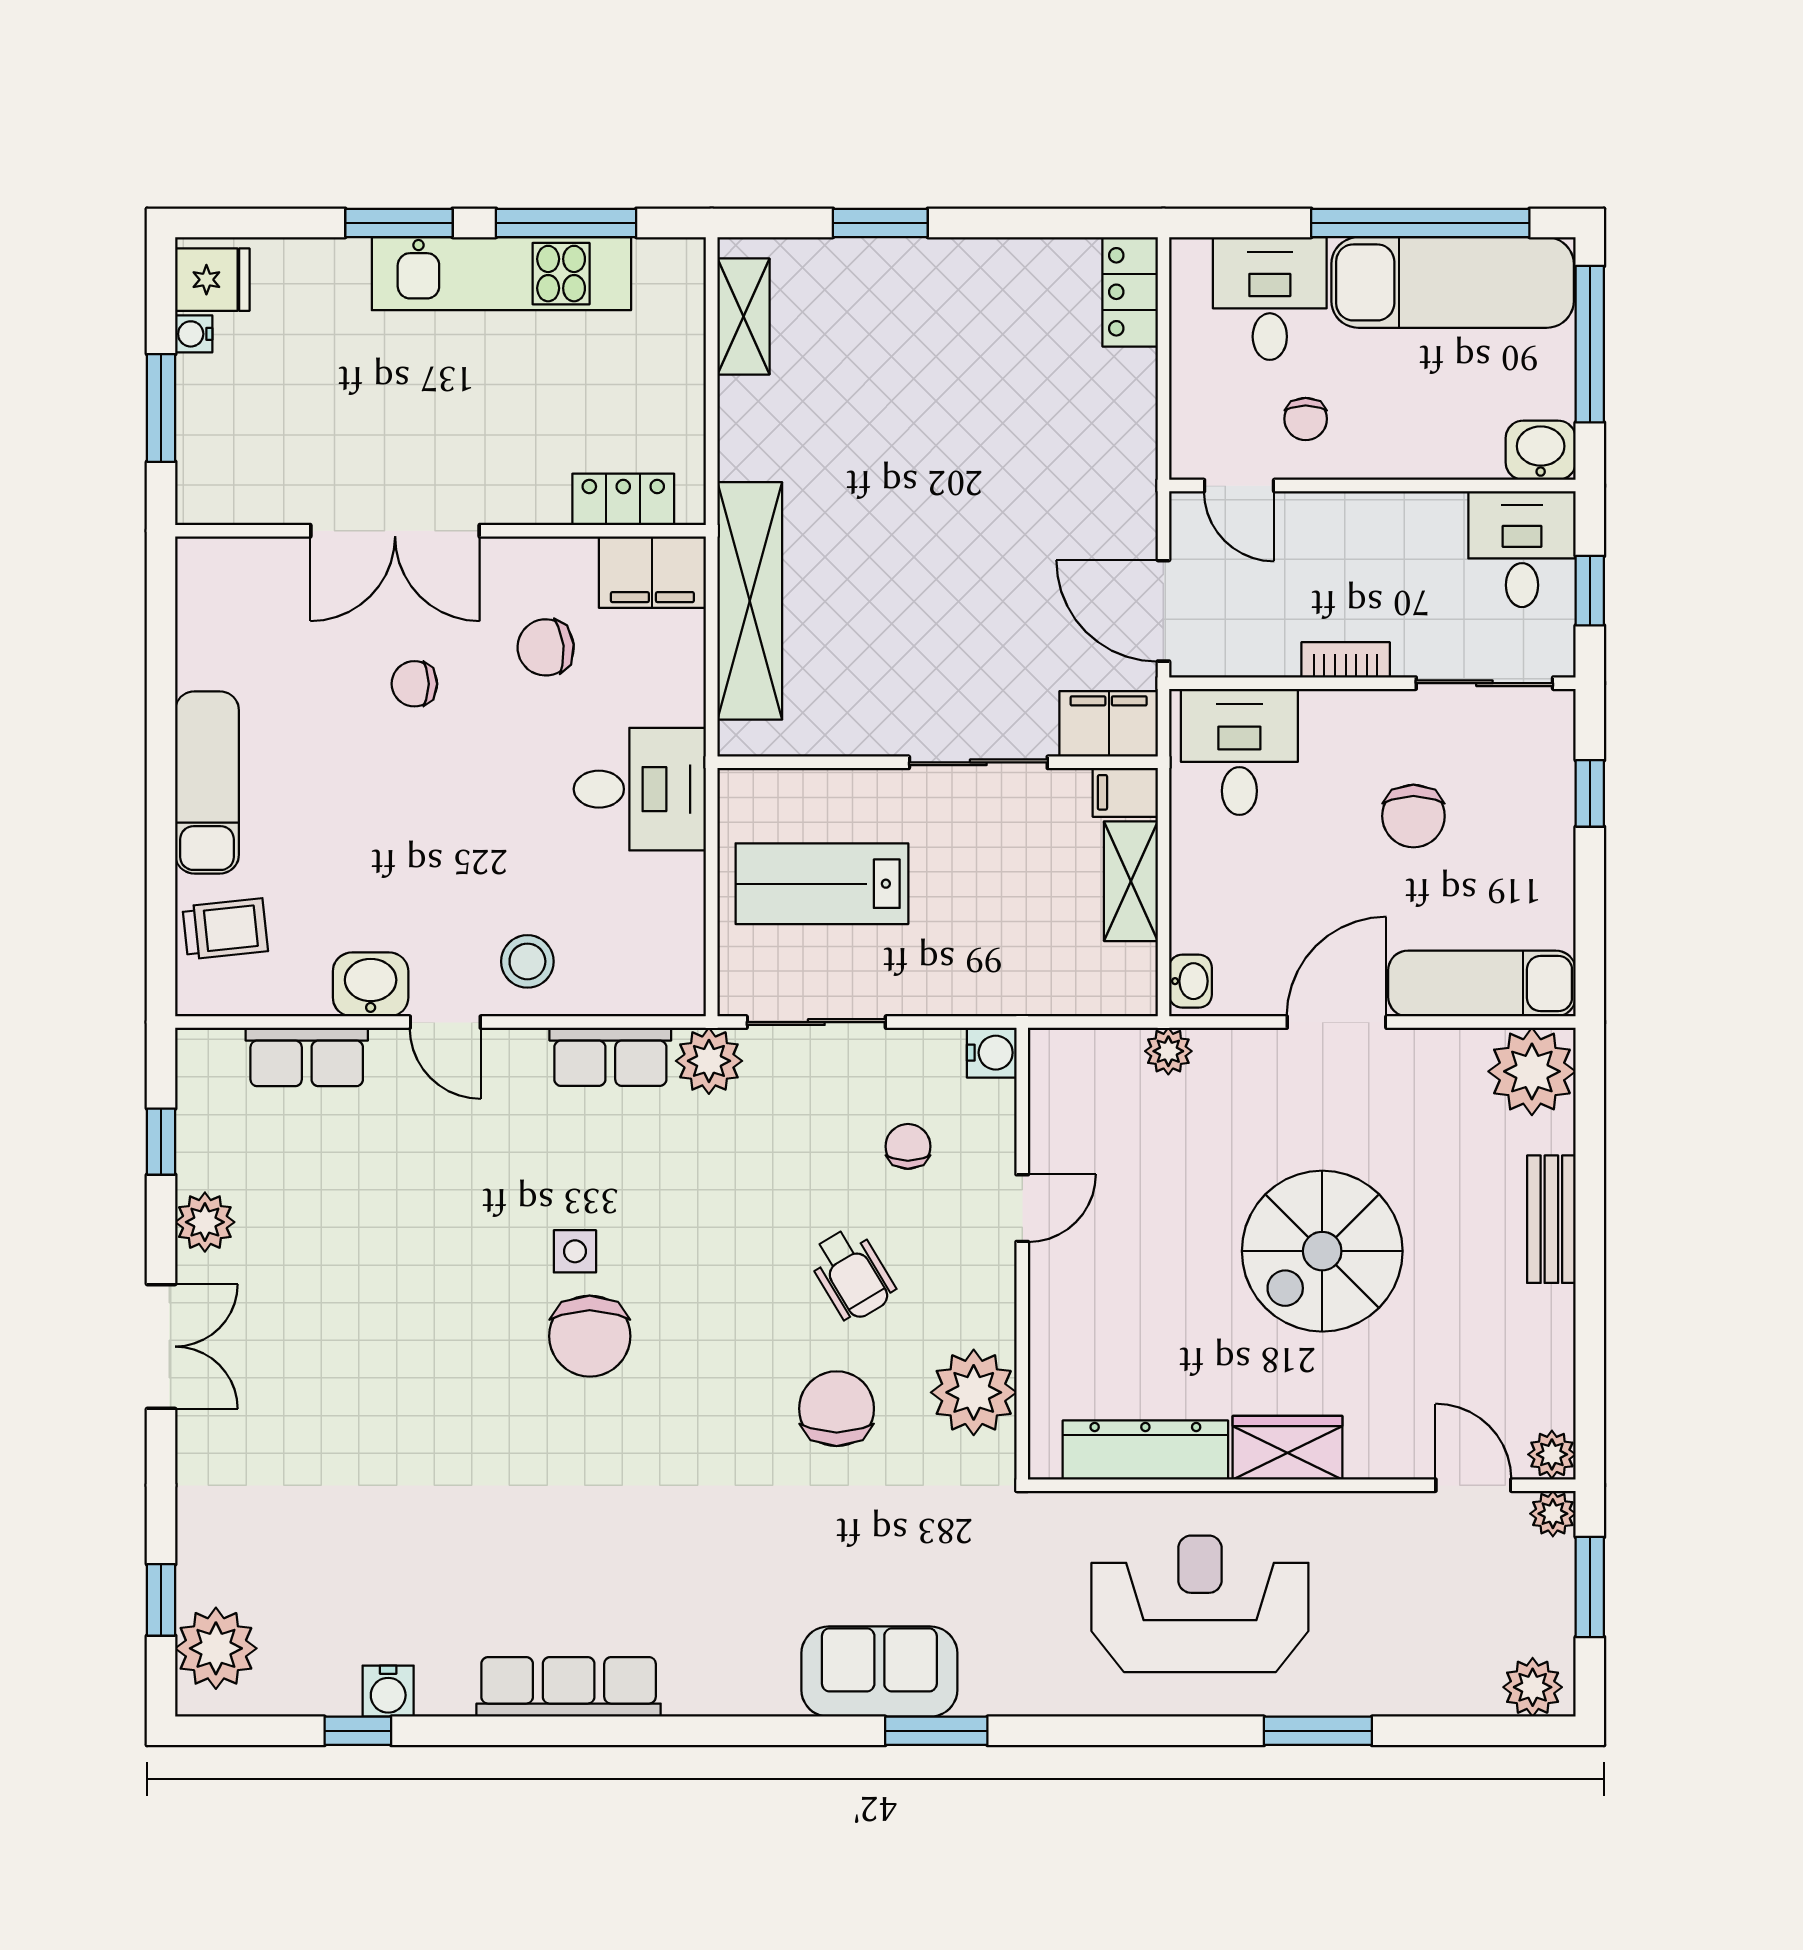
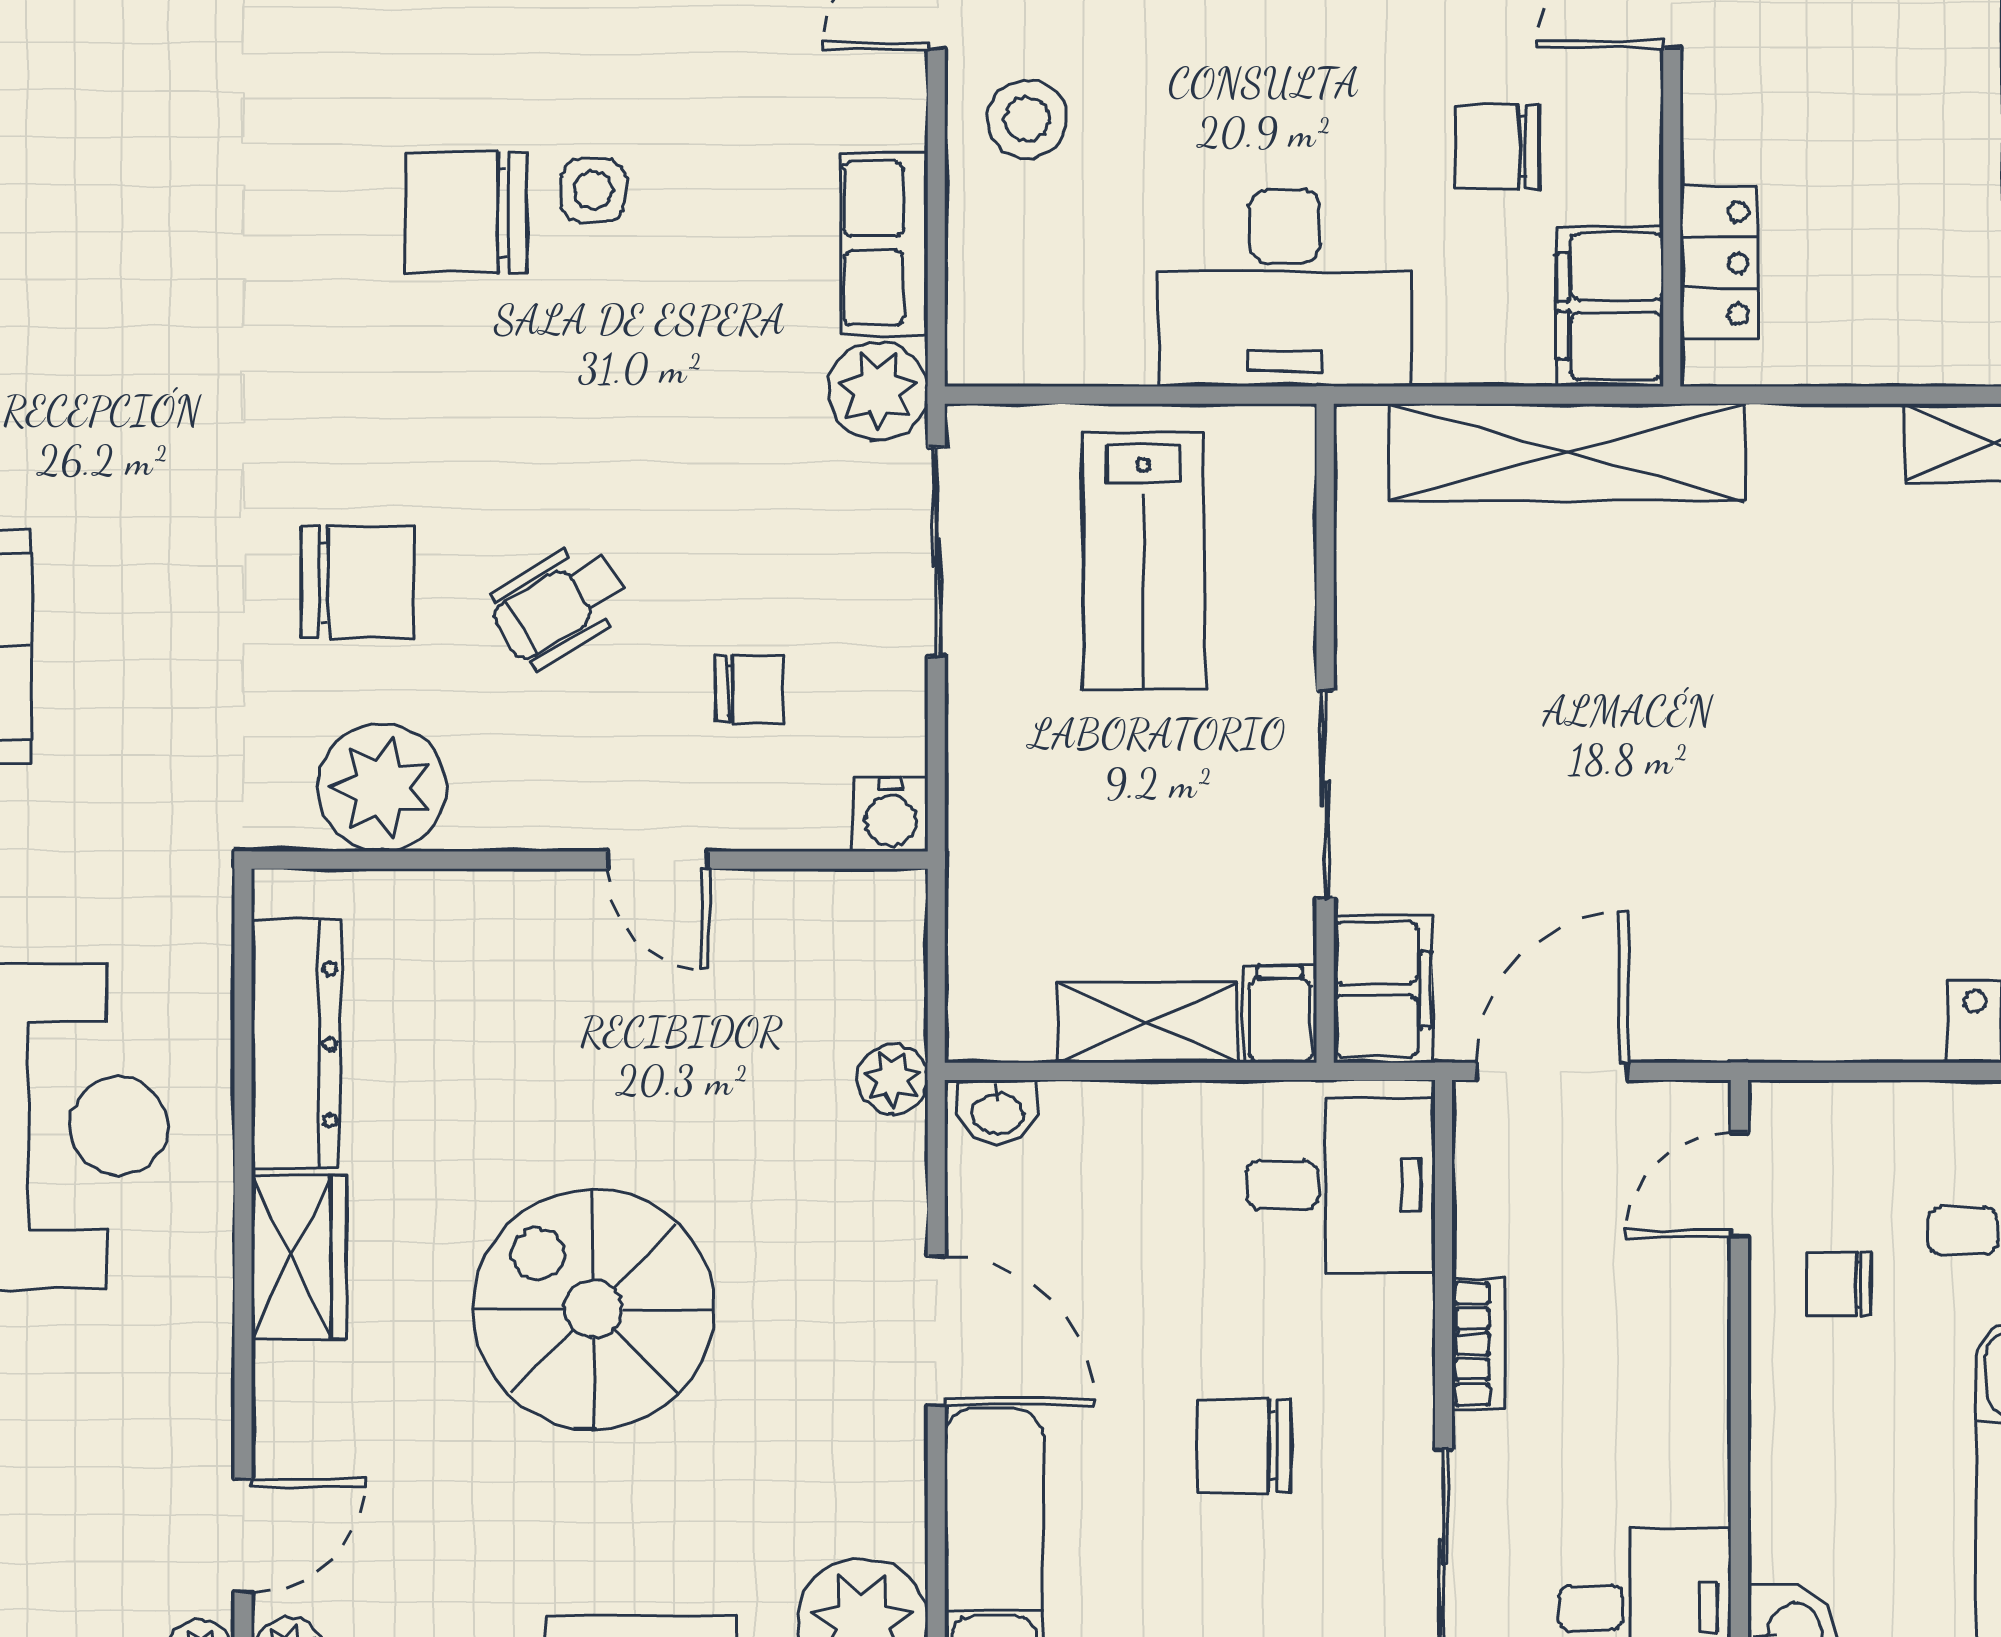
chair: (546, 647) -> (1497, 147), turned -84
desk: (640, 789) -> (1285, 288), width x1.37
lab bench: (822, 884) -> (1143, 560), turned 180

